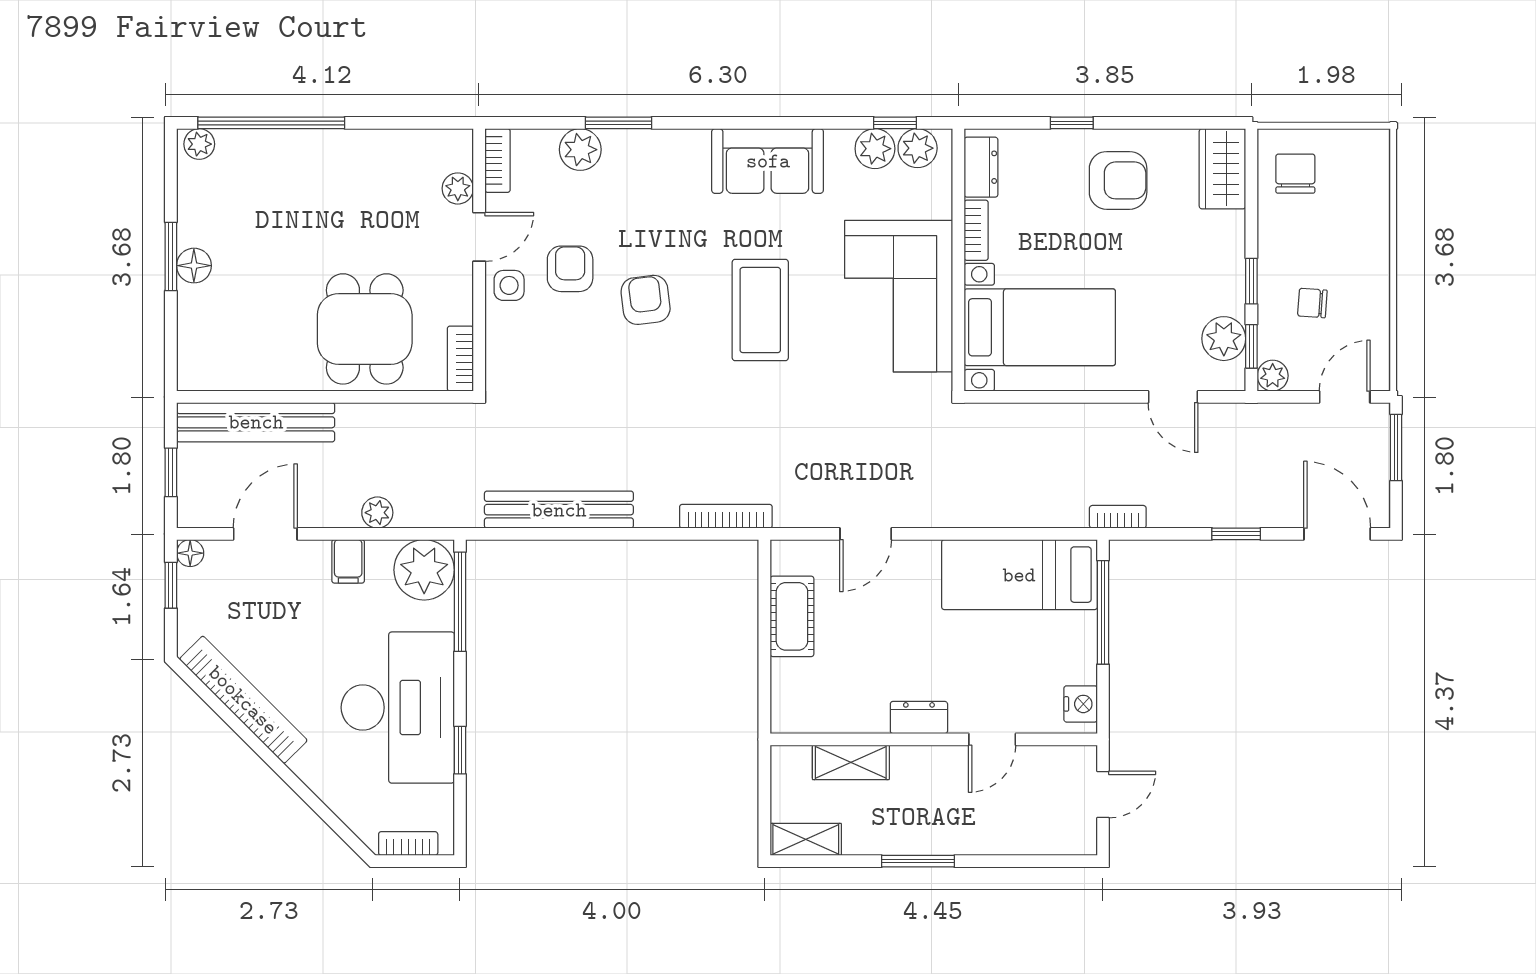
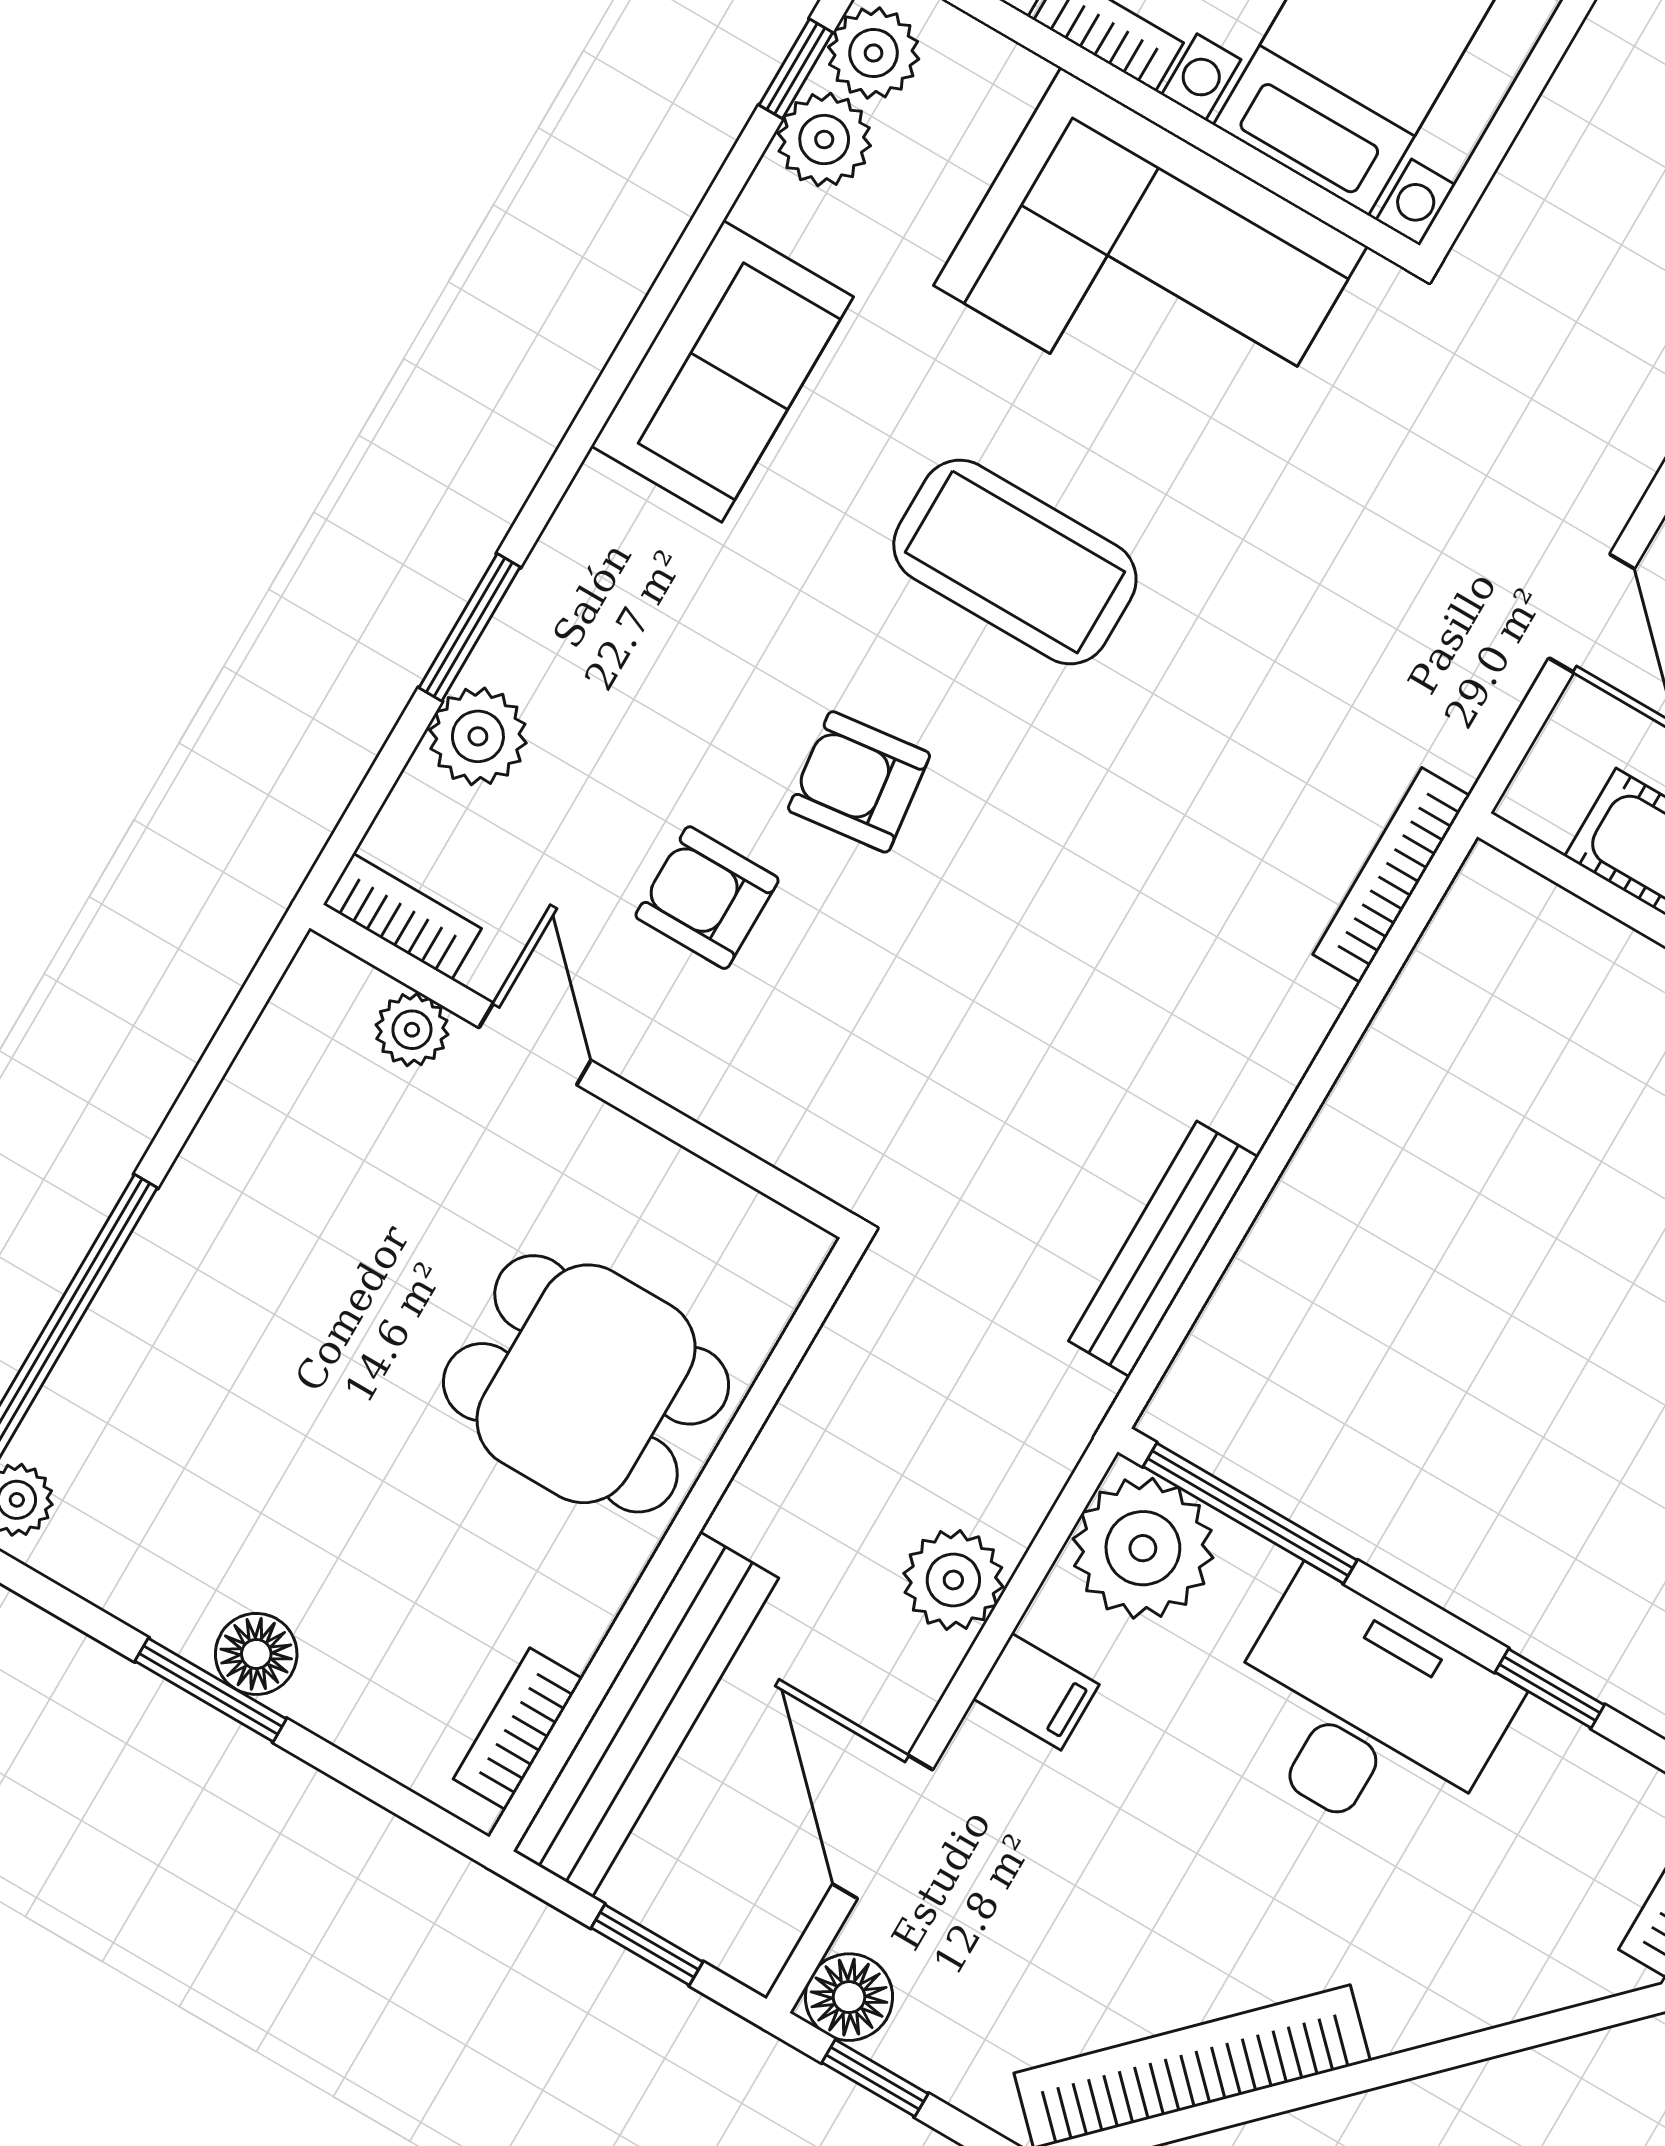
side table: (509, 285) -> (669, 1041), removed
bookcase: (460, 359) -> (518, 1729), moved, turned 90
bench: (559, 510) -> (1163, 1249), width x0.73, depth x0.82
plant: (377, 513) -> (953, 1580), width x1.38, depth x1.38
floor lamp: (190, 553) -> (849, 1997), width x1.37, depth x1.37
desk: (398, 708) -> (1365, 1714), width x0.73, depth x0.77

